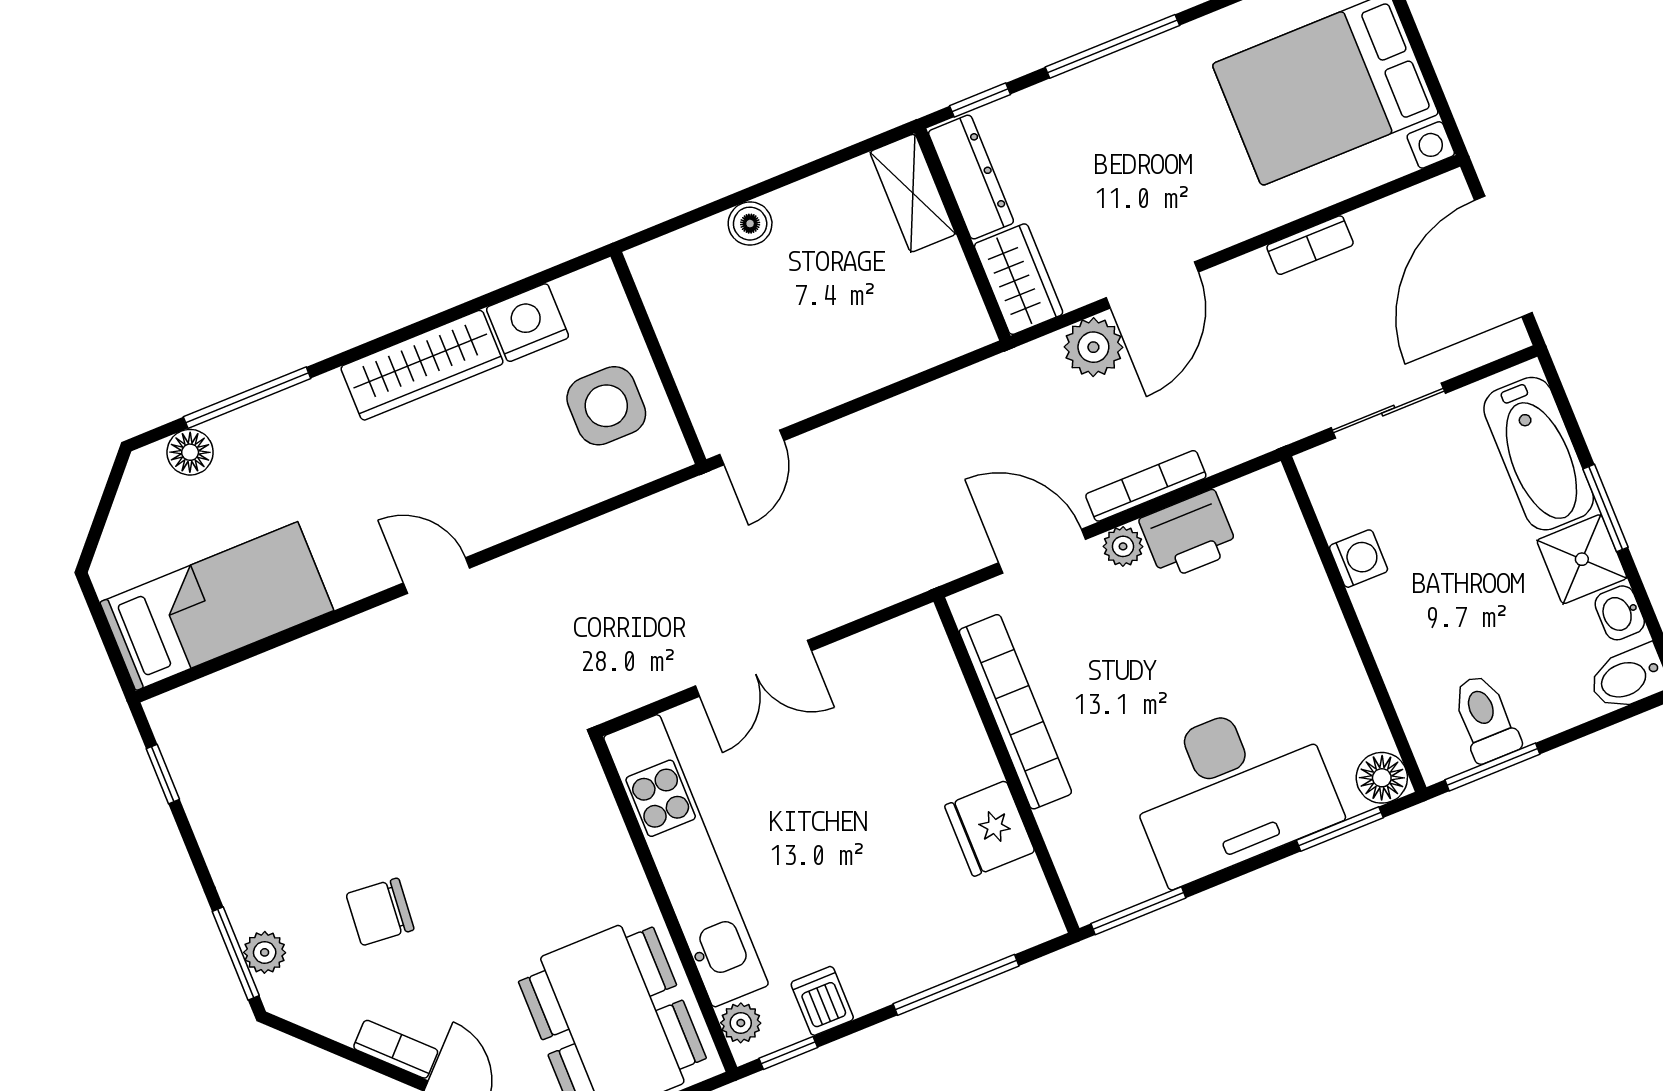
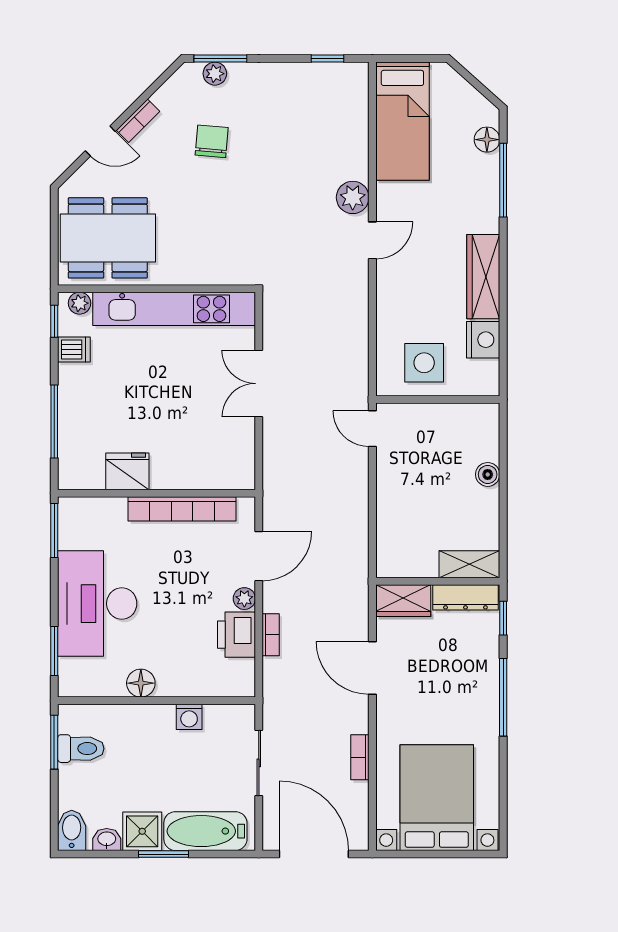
plant: (1093, 347) -> (353, 197), moved
bookcase: (1146, 486) -> (271, 635), width x0.64
floor lamp: (1382, 778) -> (141, 683), moved

